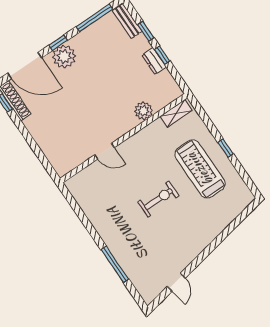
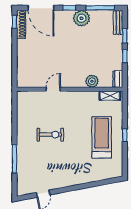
plant: (64, 57) -> (82, 18), moved
dresser: (154, 61) -> (118, 79), moved
door: (104, 151) -> (53, 89), swing flipped
exercise bike: (158, 199) -> (50, 135), moved

